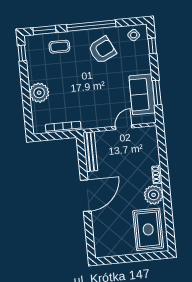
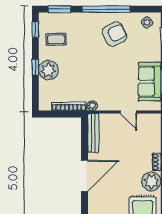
coffee table: (59, 47) -> (56, 39), moved
window: (26, 91) -> (35, 67), added
plant: (87, 124) -> (92, 106), added
door: (124, 127) -> (128, 112), swing flipped

